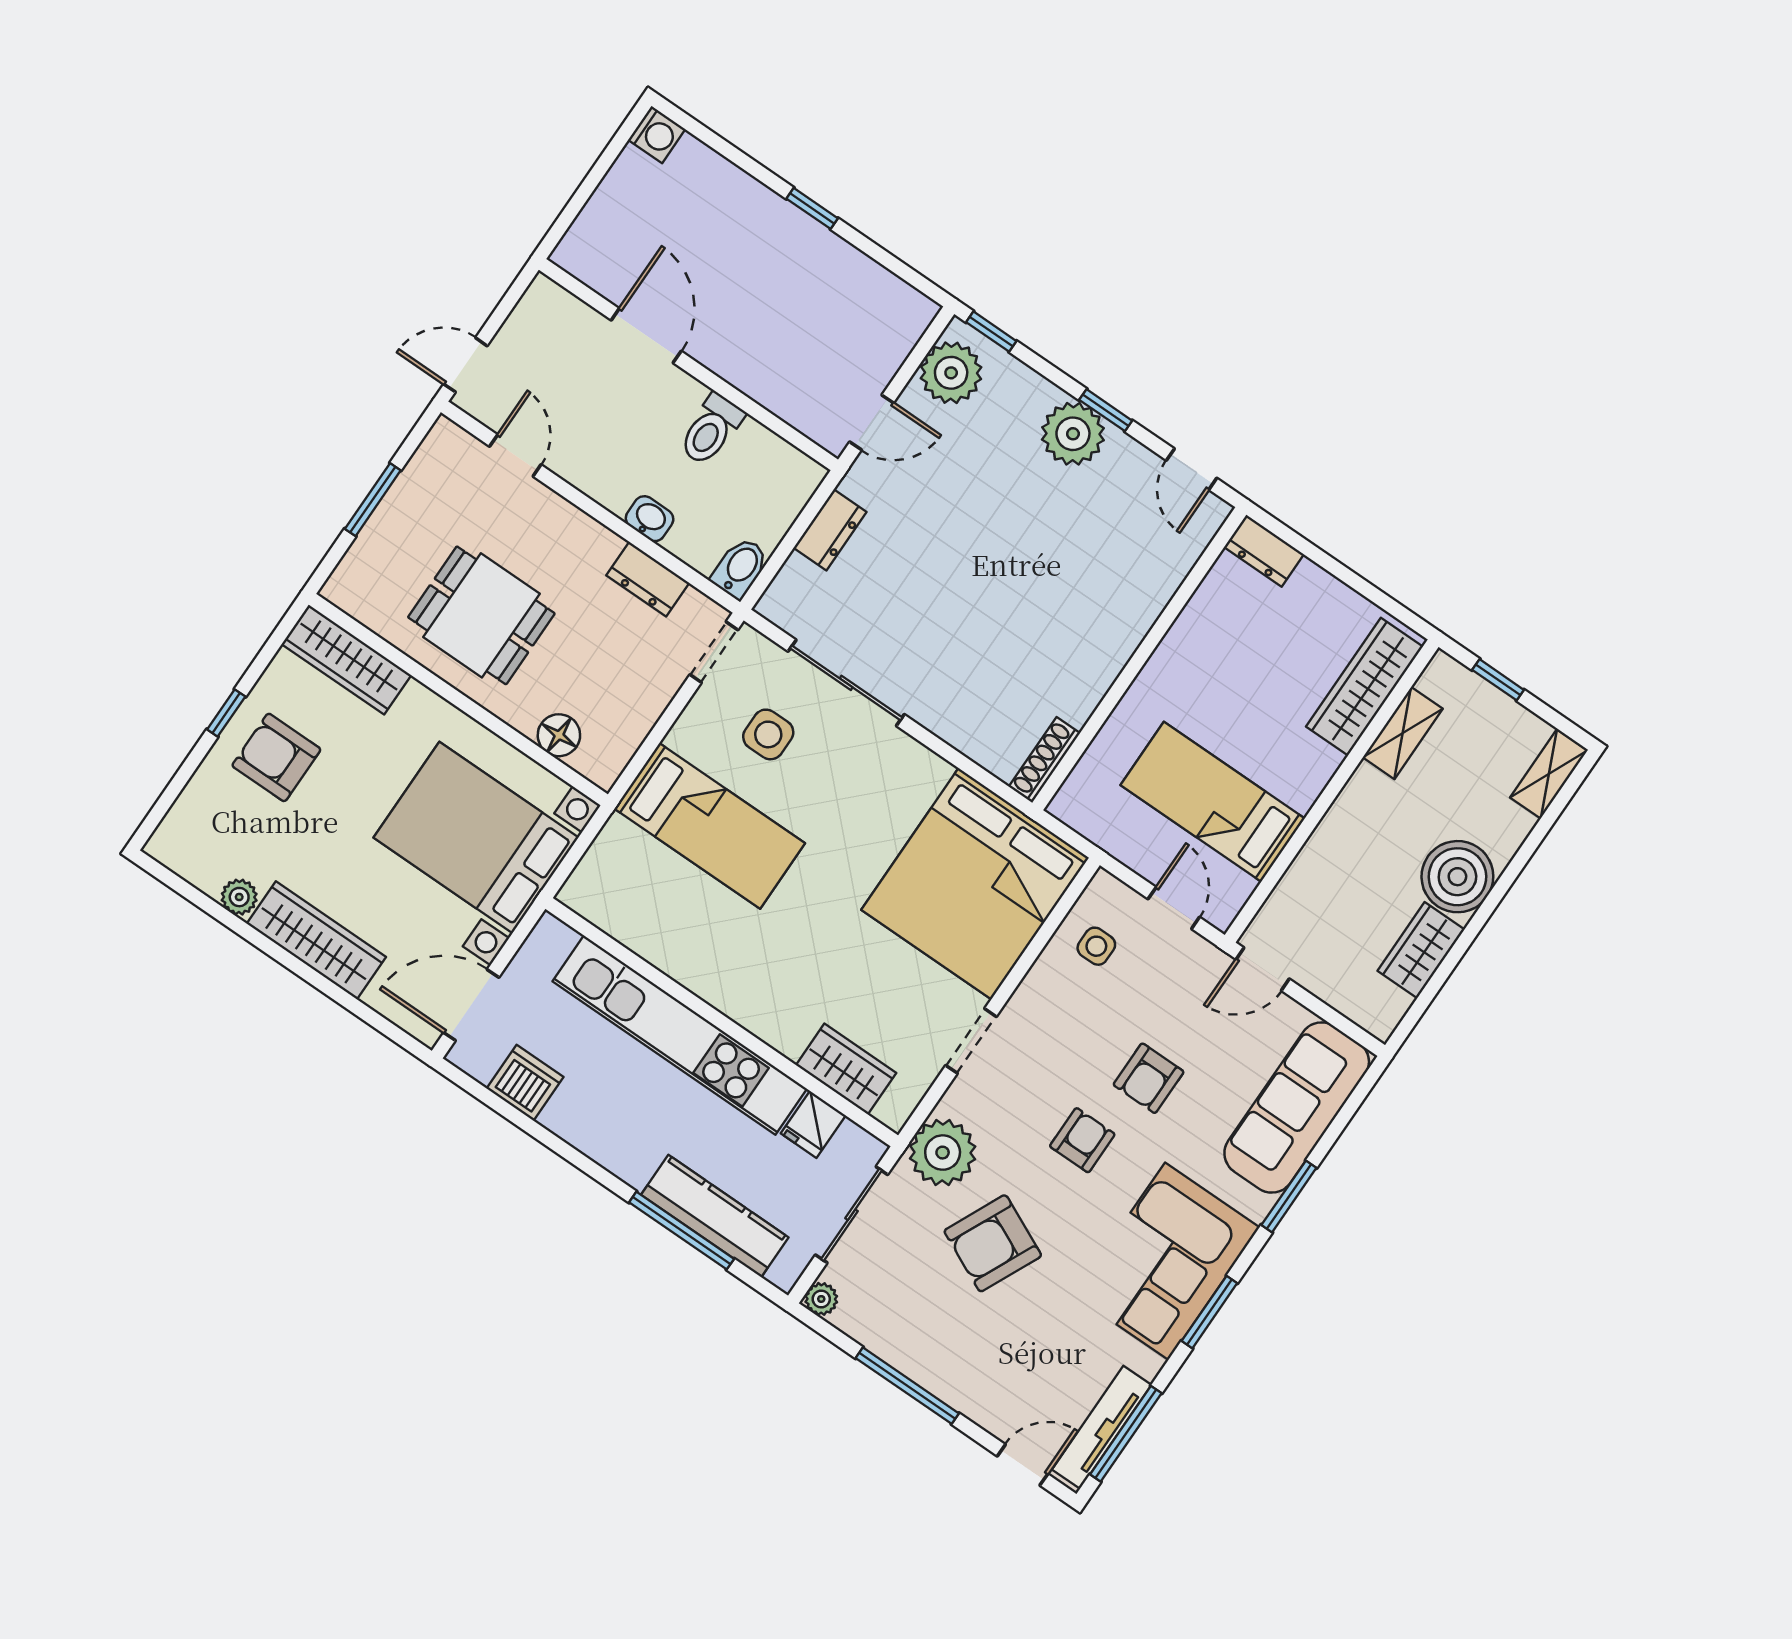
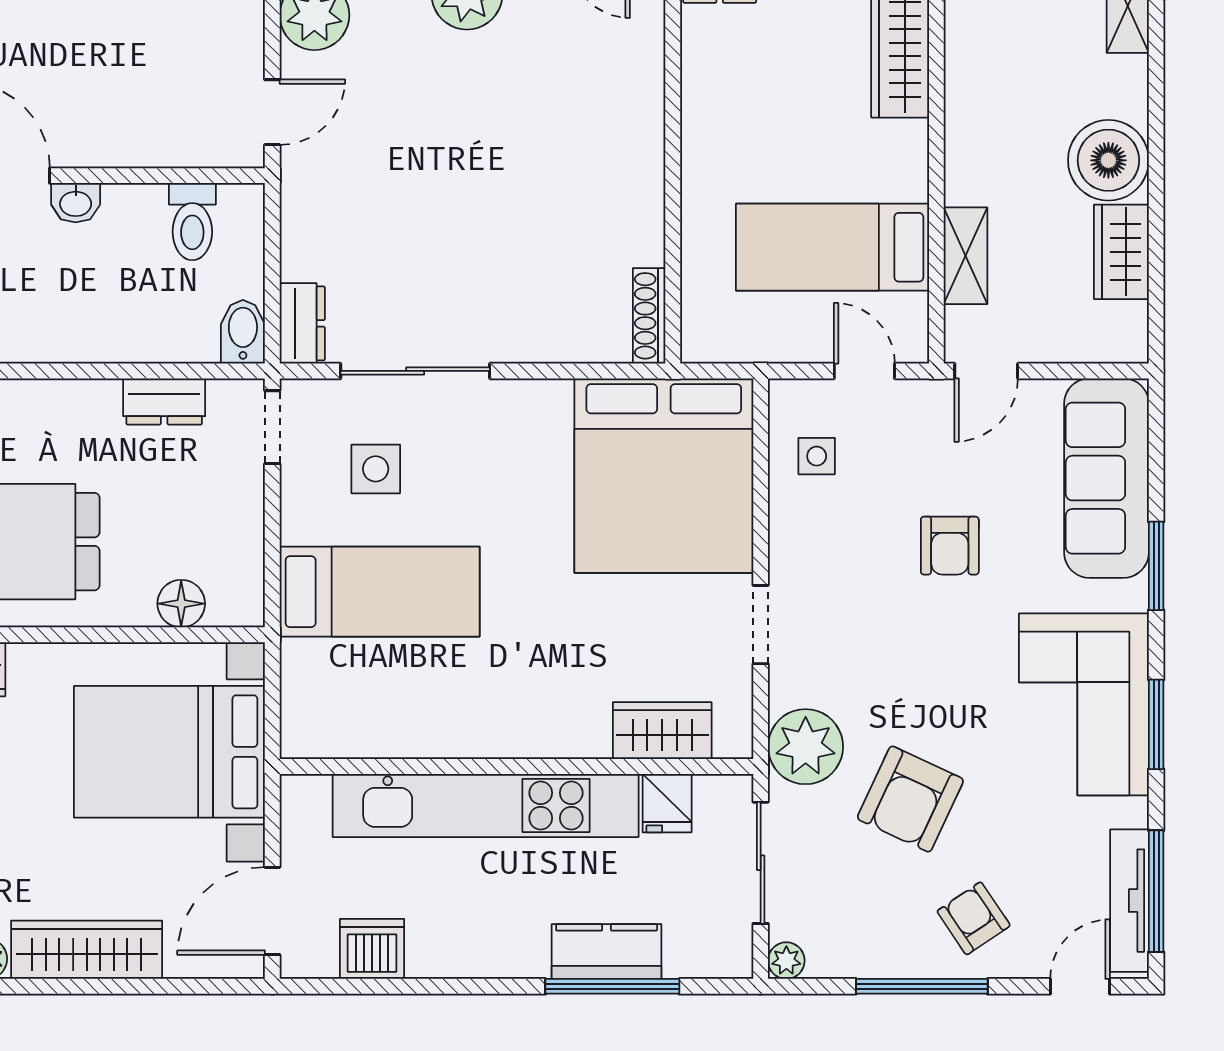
toilet: (711, 430) -> (192, 222), moved
washbasin: (650, 519) -> (76, 203), moved, turned 180
dresser: (830, 530) -> (302, 323), moved
shelving: (1403, 733) -> (966, 256), moved
armchair: (1082, 1140) -> (974, 918), moved, turned -34
kitchen counter: (715, 1216) -> (607, 952), width x0.67

